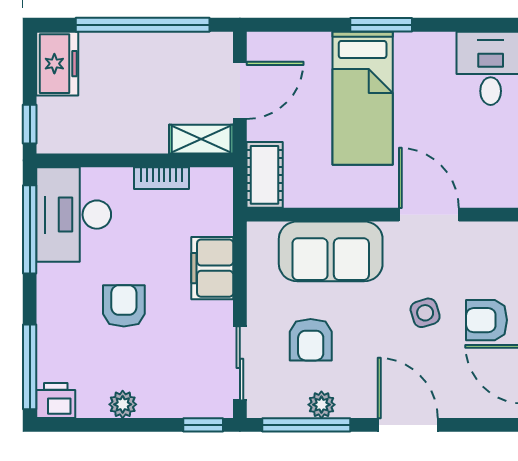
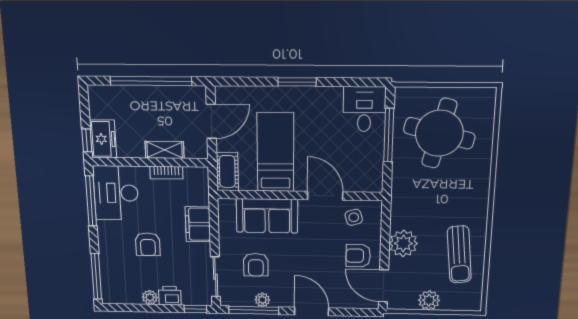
freezer: (57, 64) -> (103, 139), moved
bed: (363, 98) -> (275, 152), moved, turned 180
shelving: (201, 139) -> (165, 150), moved
armchair: (124, 306) -> (148, 244), turned 180
side table: (425, 313) -> (354, 217), moved
printer: (56, 400) -> (170, 296), moved

